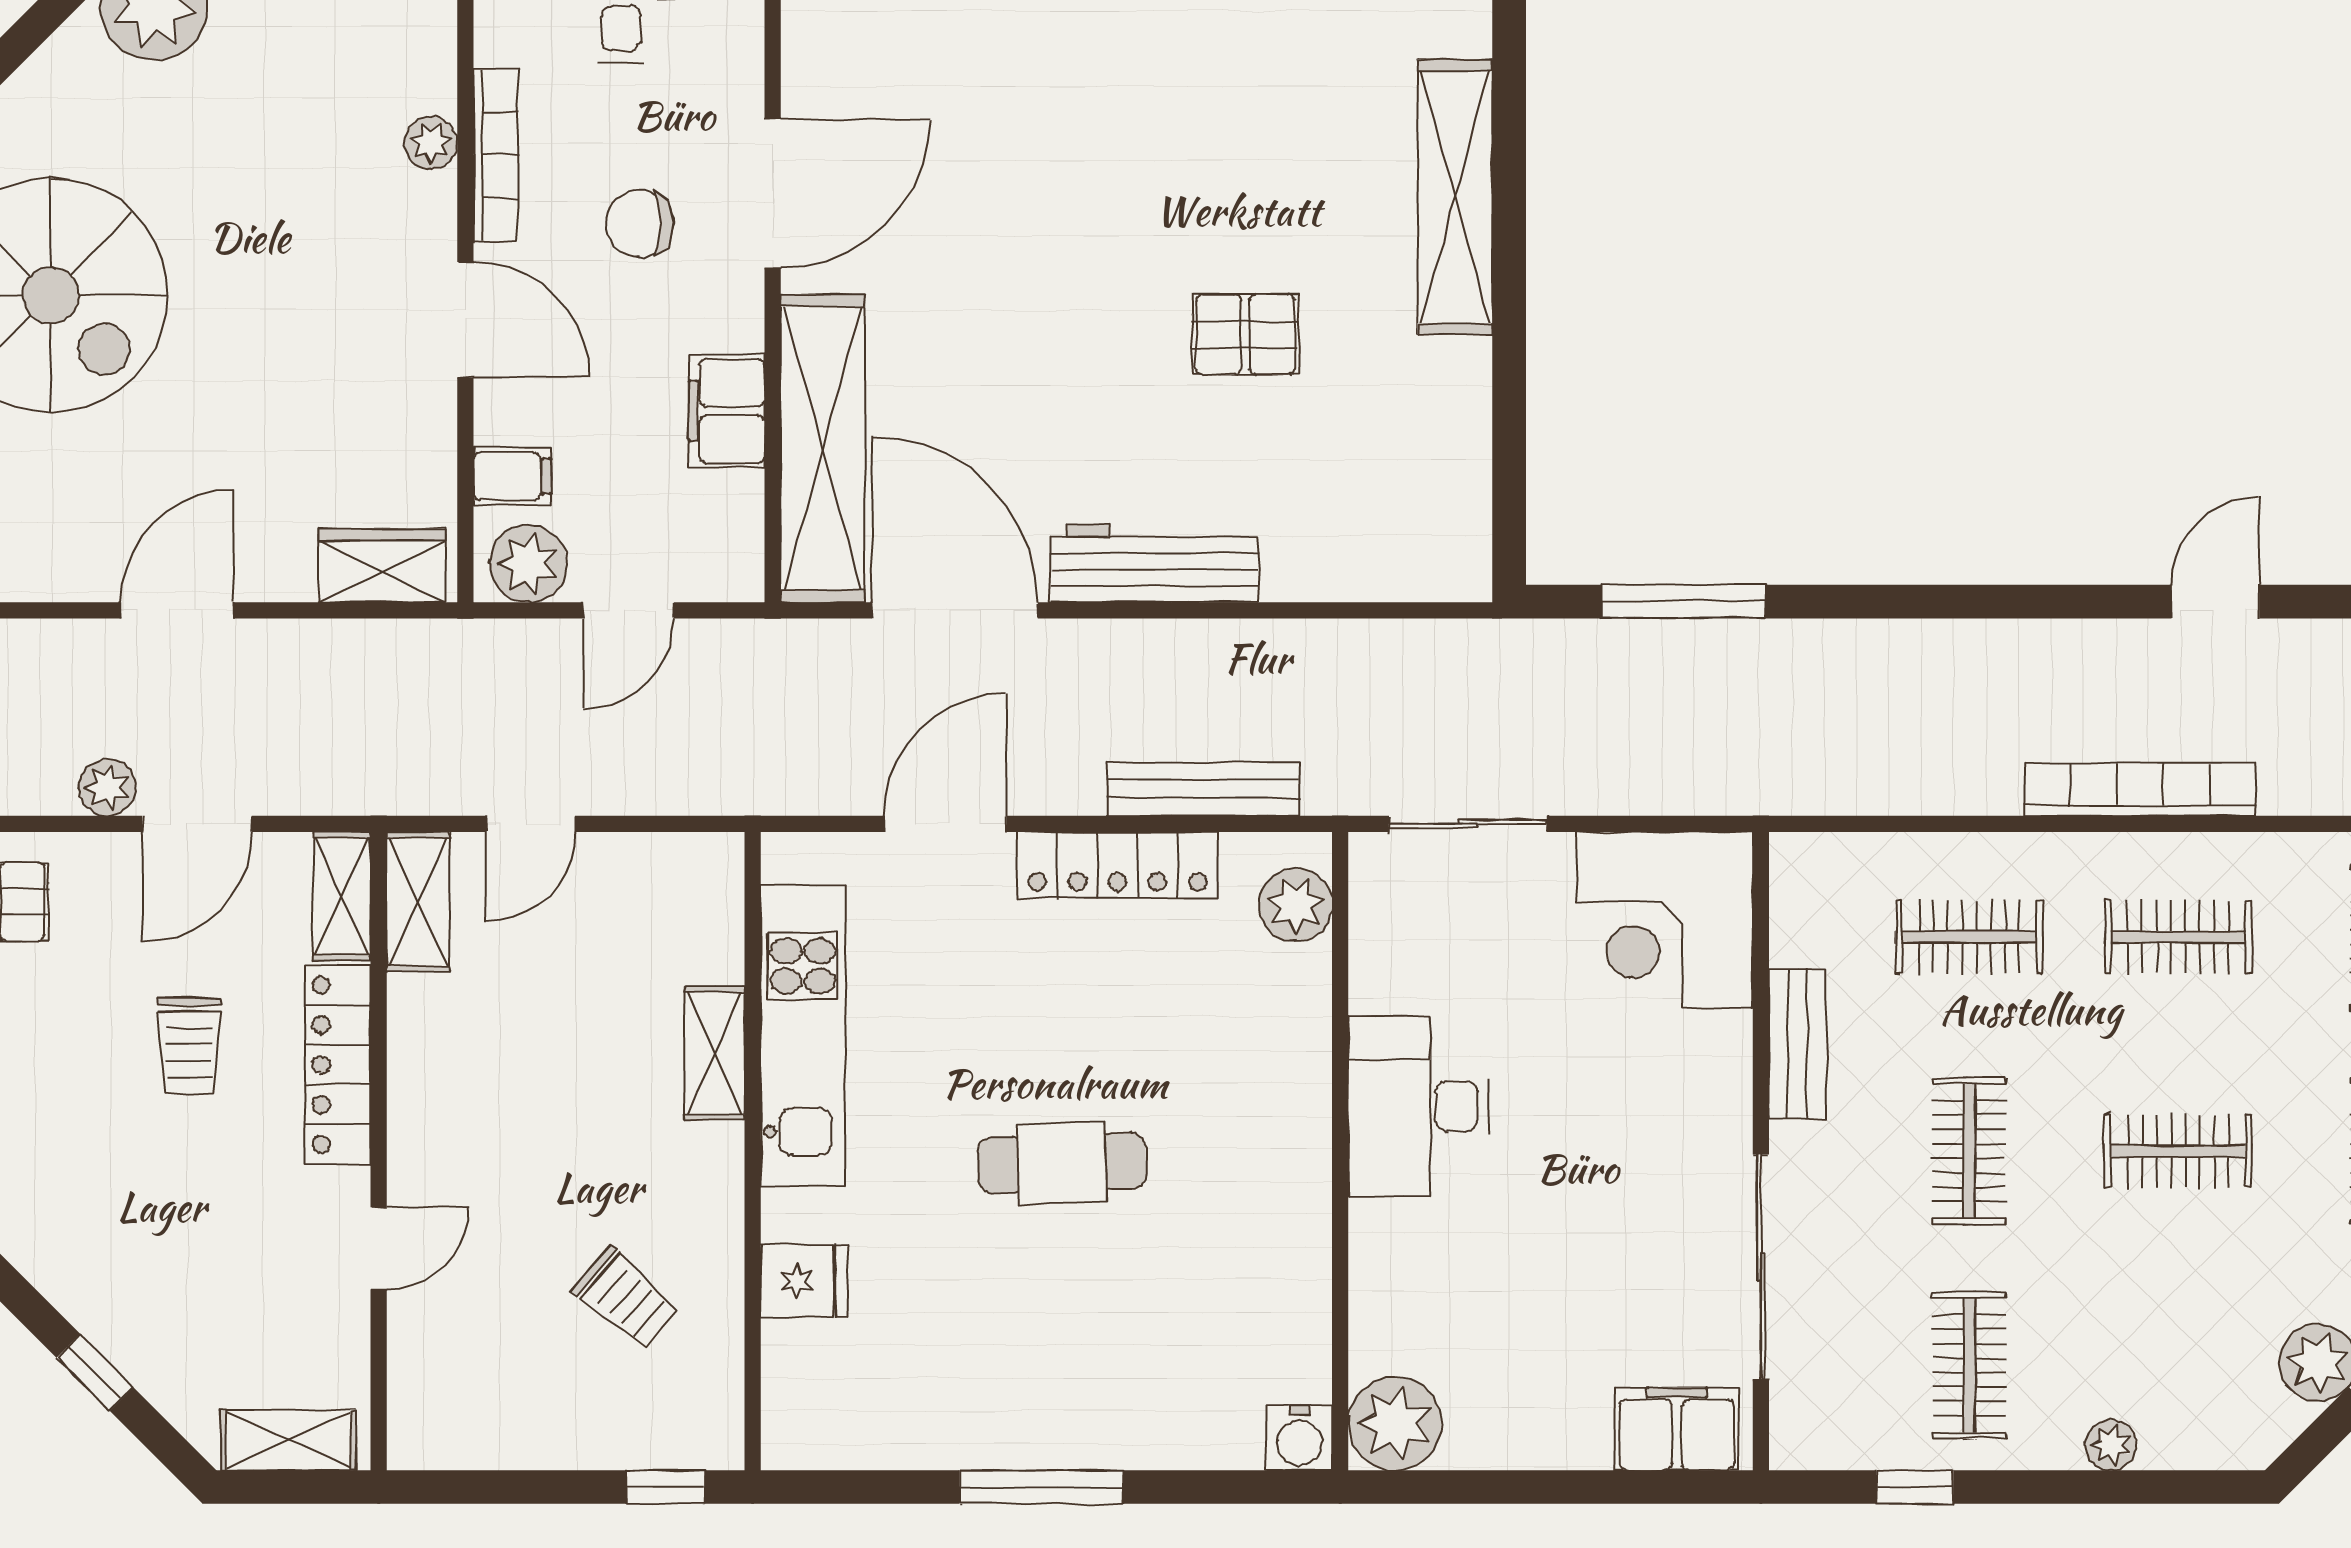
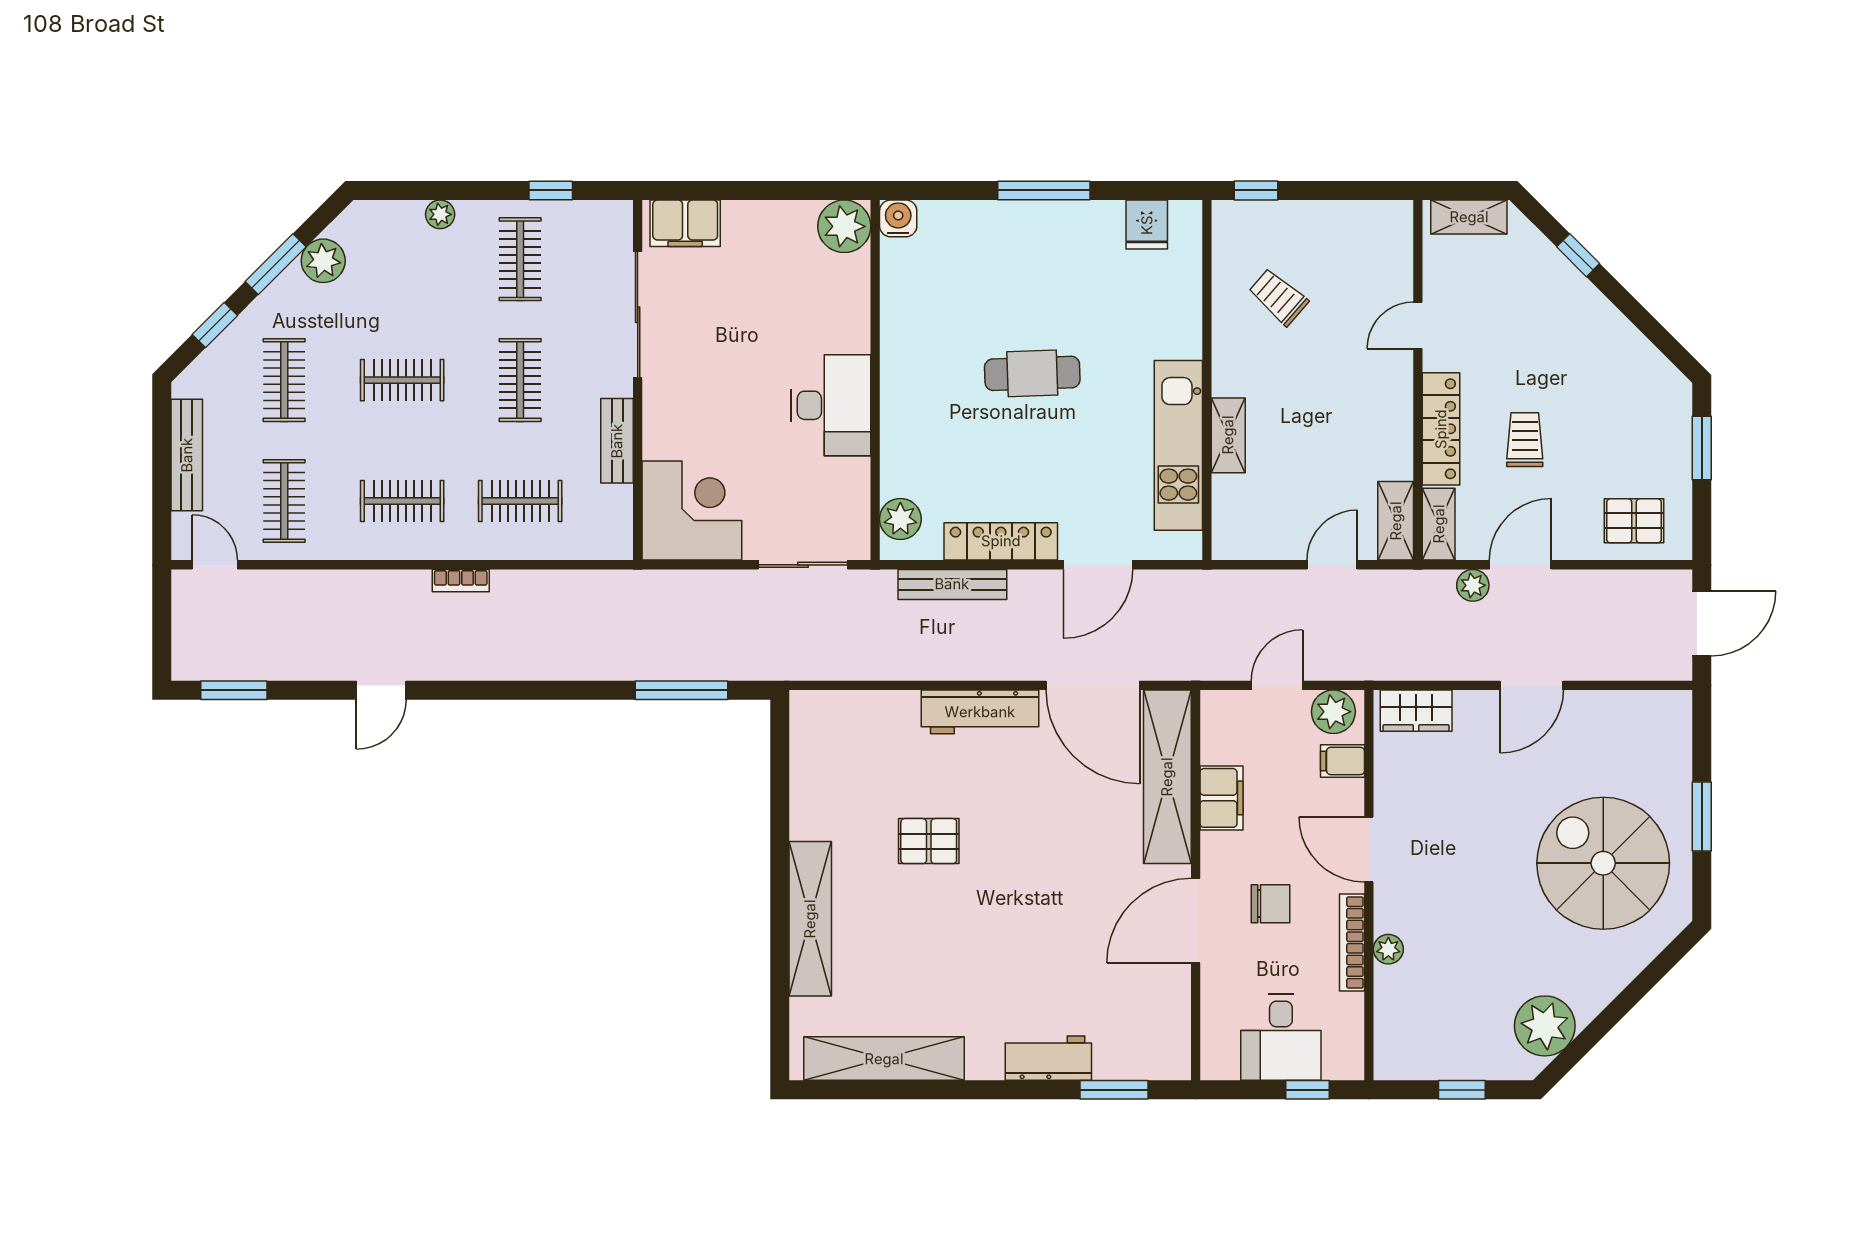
plant: (107, 787) -> (1473, 585), moved
bookcase: (2140, 790) -> (461, 581), width x0.43, depth x0.76
fridge: (804, 1281) -> (1147, 225), moved, turned -90

